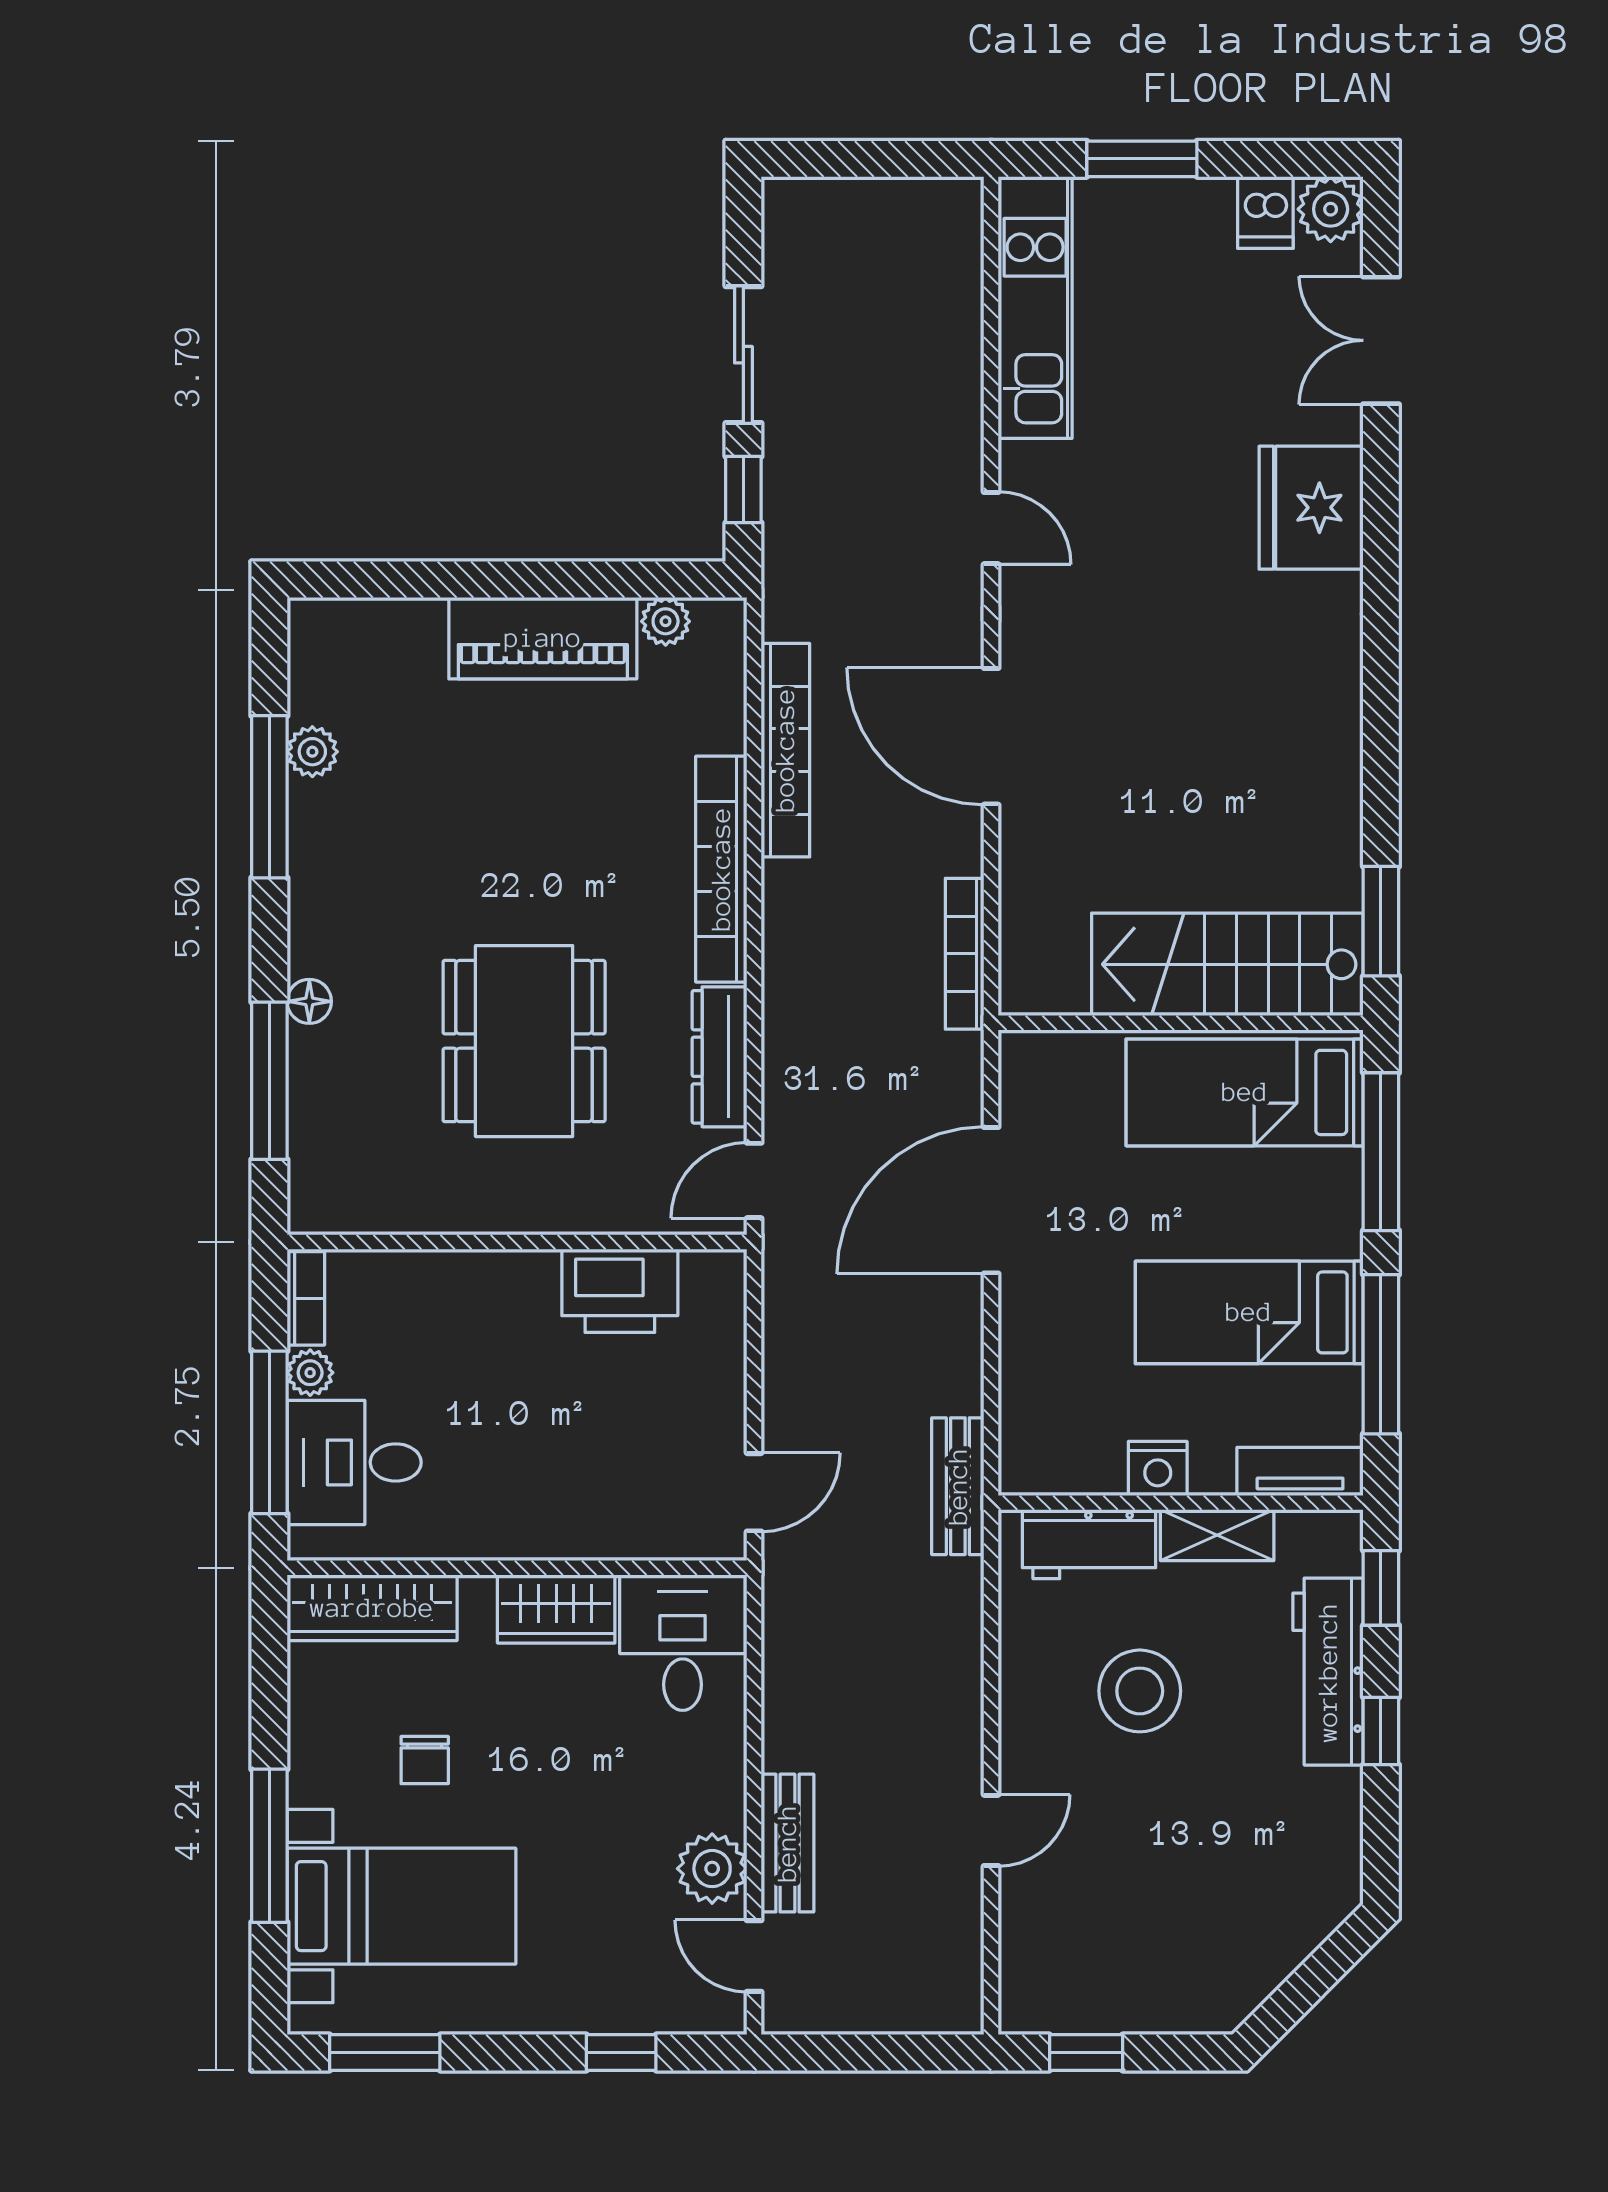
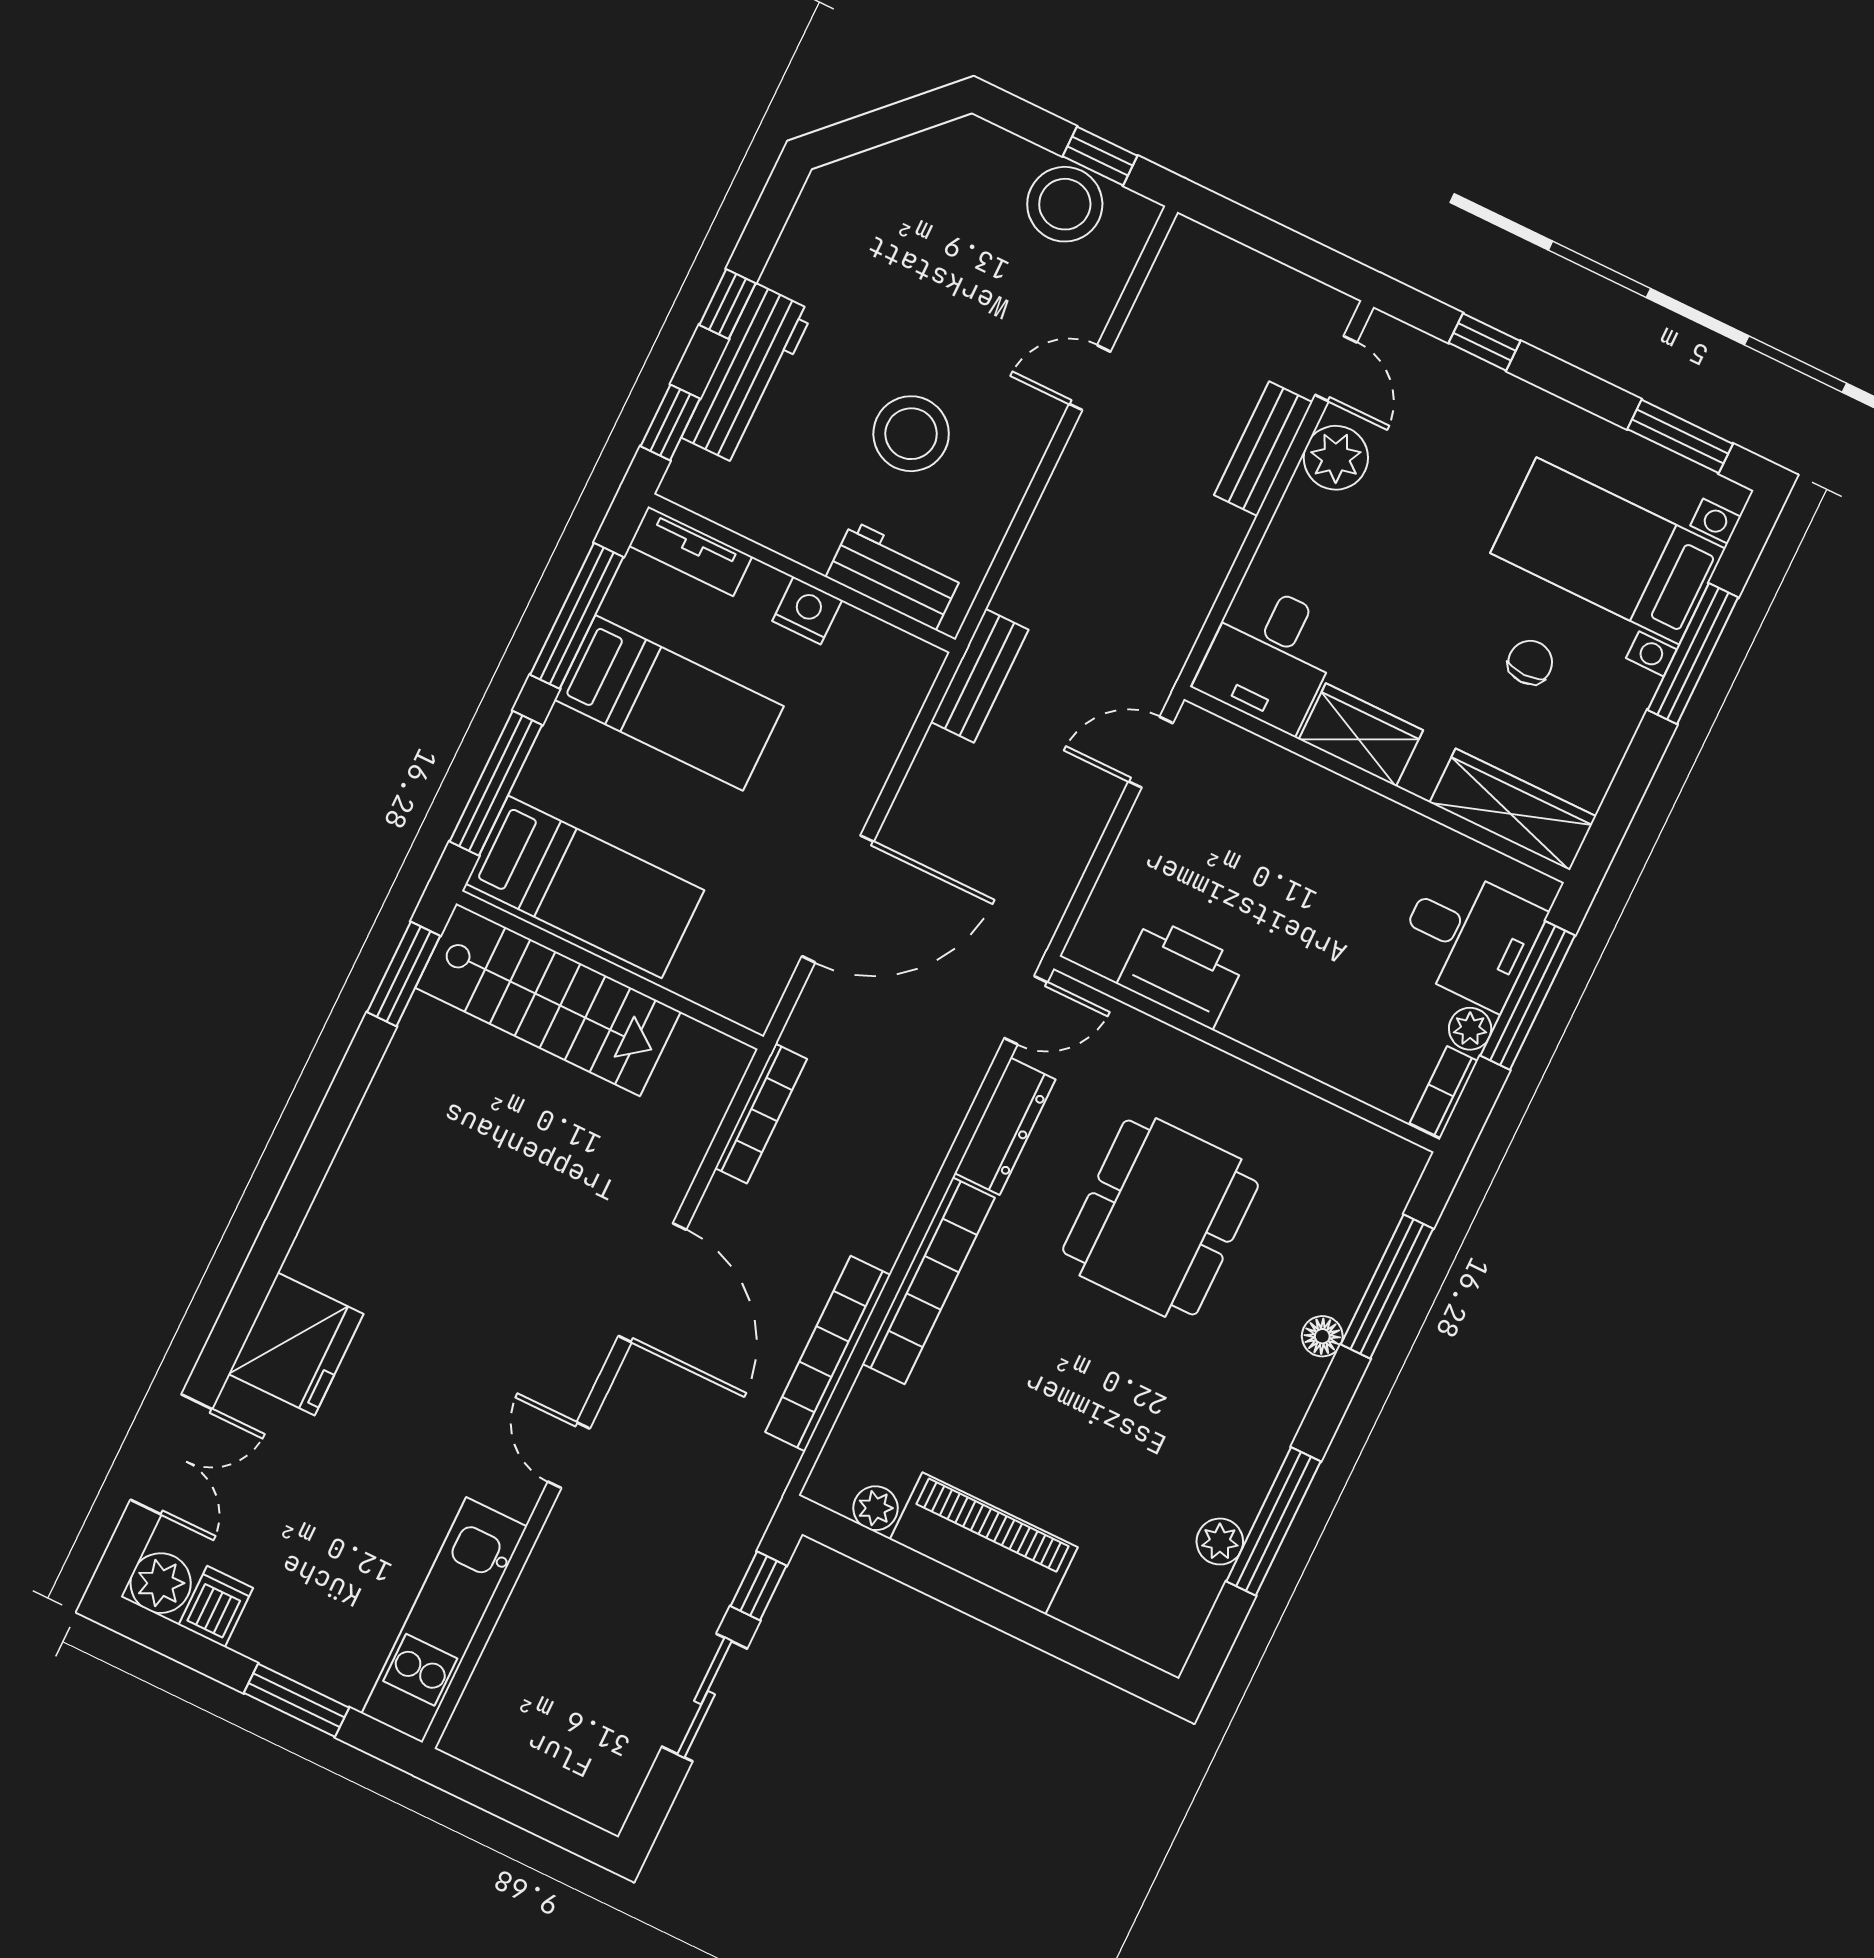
shelving: (1217, 1535) -> (785, 532), removed
stool: (1098, 1989) -> (1065, 204), added

